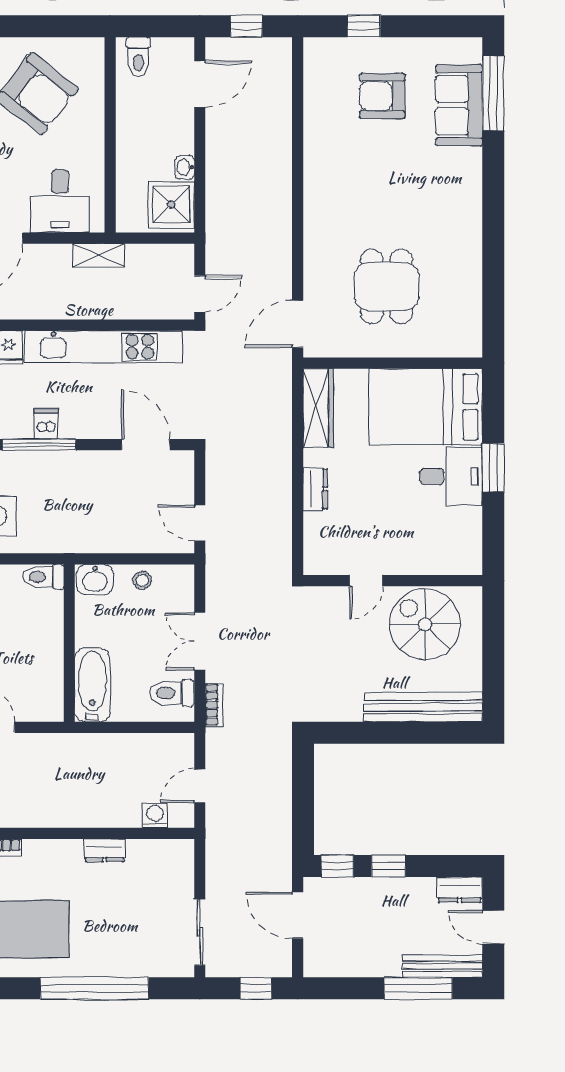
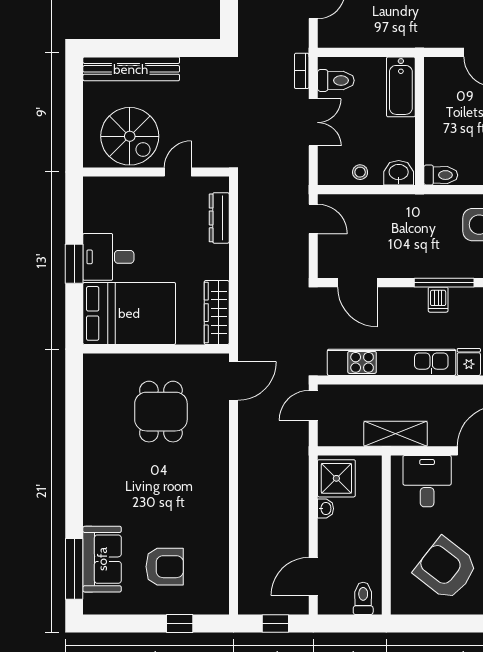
shelving: (99, 255) -> (396, 434), width x1.50, depth x1.33
dresser: (315, 489) -> (219, 218), moved, width x1.44

